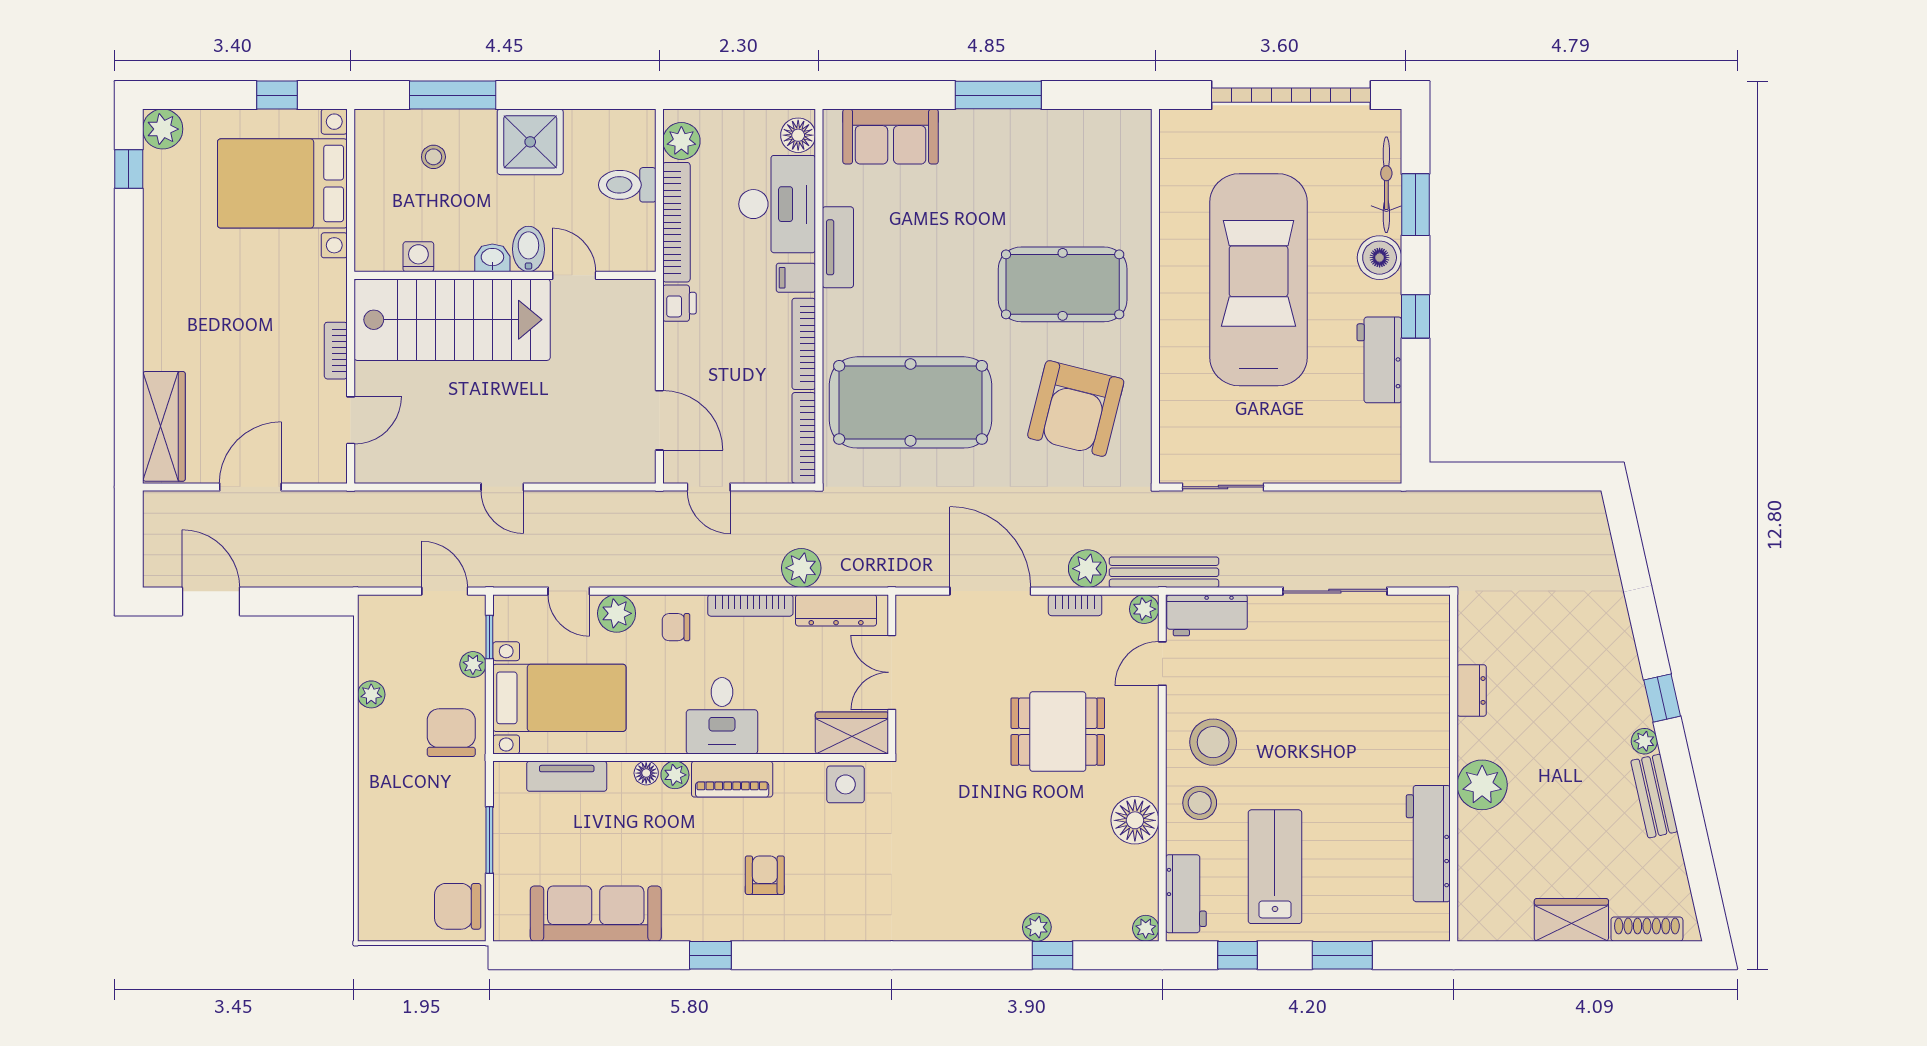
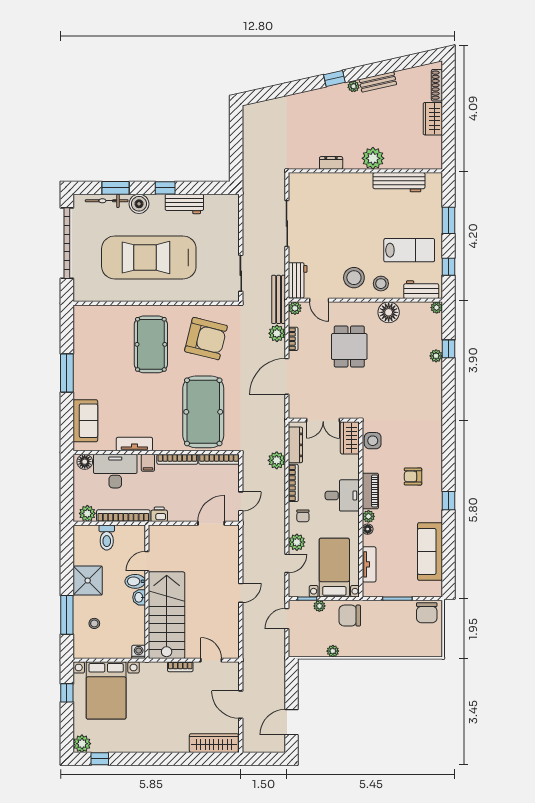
washing machine: (418, 257) -> (139, 652), moved, turned 90
lab bench: (1275, 867) -> (409, 250), turned 180

